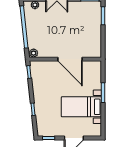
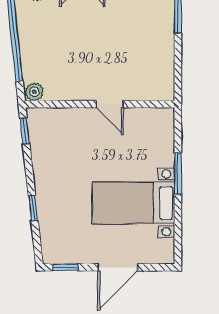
door: (70, 59) -> (110, 104), width x0.53

